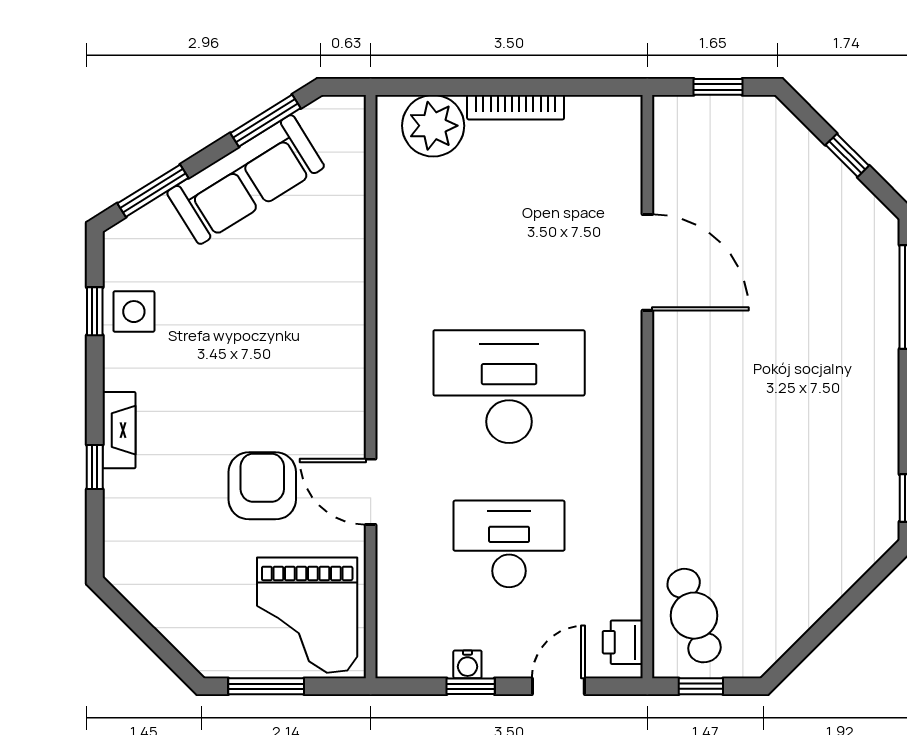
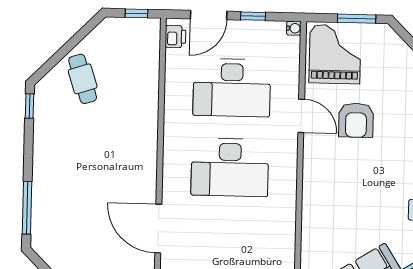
desk: (509, 544) -> (232, 88), width x1.36, depth x1.30
cafe table: (694, 616) -> (83, 79), moved
water cooler: (467, 664) -> (294, 28), moved, turned 90
door: (558, 686) -> (209, 15), width x1.38

